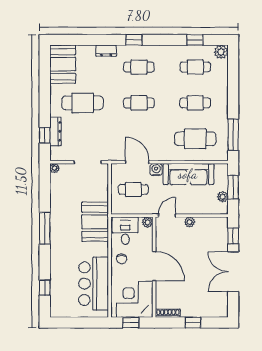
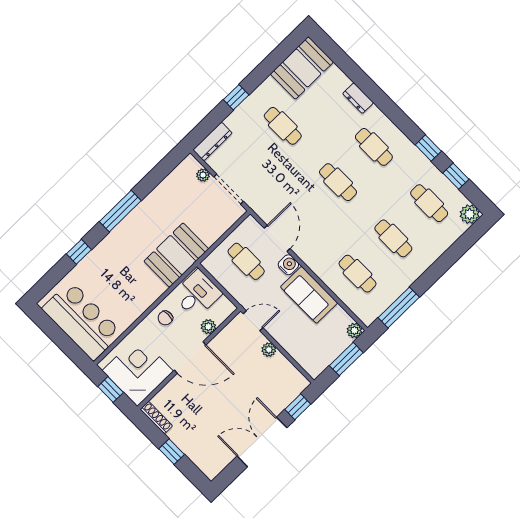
window: (134, 40) -> (428, 148), moved
cafe table: (83, 103) -> (283, 126), width x0.73, depth x0.74
dresser: (55, 131) -> (213, 141), moved
window: (45, 135) -> (236, 97), moved
cafe table: (195, 139) -> (358, 274), width x0.73, depth x0.74
plant: (55, 168) -> (203, 175), moved
sofa: (188, 174) -> (309, 295), width x0.73
plant: (223, 197) -> (354, 330), moved
plant: (148, 222) -> (208, 327), moved
door: (154, 266) -> (190, 357), hinge flipped
bar counter: (94, 284) -> (82, 321), moved, turned 90
window: (45, 288) -> (79, 252), moved

